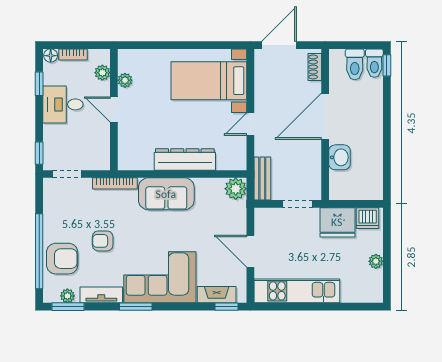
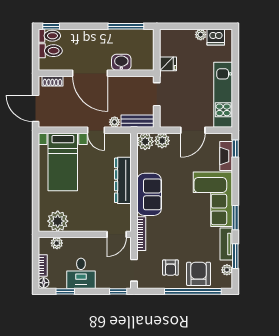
plant: (125, 80) -> (58, 221), width x1.88, depth x1.88
door: (114, 110) -> (117, 234), moved
plant: (261, 148) -> (115, 122), added
window: (387, 163) -> (126, 26), added
plant: (237, 211) -> (162, 141), added
dishwasher: (368, 218) -> (216, 37), moved, turned 90
fridge: (337, 222) -> (168, 64), width x0.53, depth x0.75
armchair: (103, 241) -> (170, 268), moved
window: (68, 307) -> (235, 256), moved

